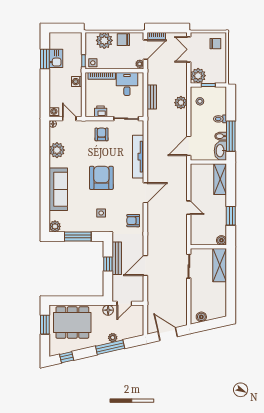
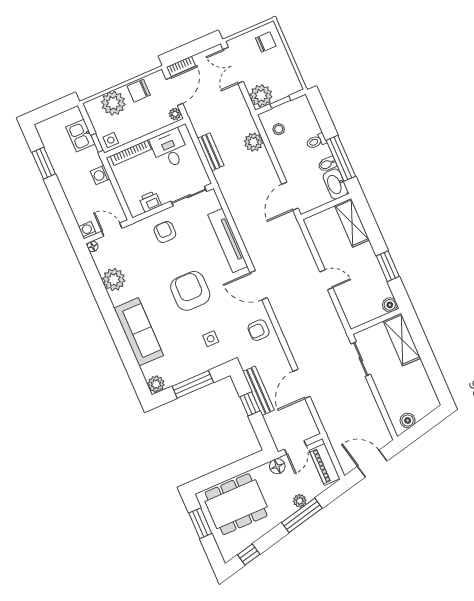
kitchen sink: (56, 58) -> (80, 136), moved, turned 180
door: (145, 193) -> (259, 285), swing flipped
piano: (138, 322) -> (325, 464), added

